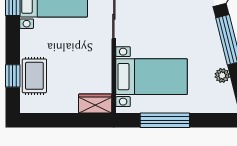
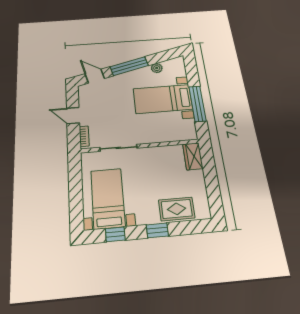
window: (13, 76) -> (157, 230), moved
bed with nightstands: (152, 77) -> (163, 99), moved, turned -90

